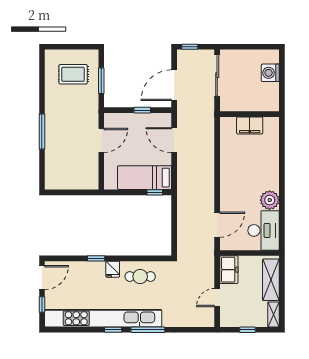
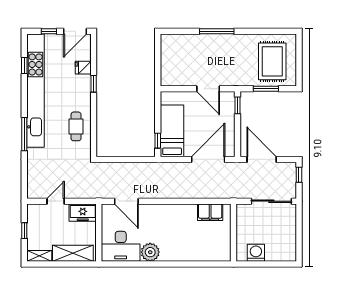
washing machine: (270, 73) -> (256, 253), moved
rug: (73, 74) -> (272, 61), width x1.36, depth x1.43
window: (142, 110) -> (237, 105), moved
filing cabinet: (250, 126) -> (210, 212), moved, turned -90
door: (174, 140) -> (208, 159), width x1.36
fridge: (113, 269) -> (83, 68), moved
door: (42, 278) -> (75, 31), hinge flipped
door: (217, 298) -> (56, 201), hinge flipped
window: (113, 330) -> (24, 65), moved

